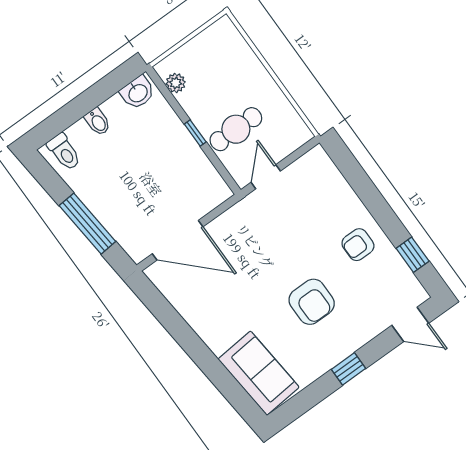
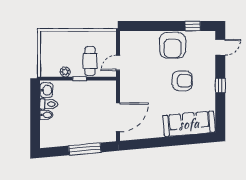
plant: (176, 83) -> (65, 72), moved
toilet: (64, 152) -> (49, 104), moved
door: (266, 177) -> (118, 63), hinge flipped
armchair: (358, 245) -> (173, 45), width x1.88, depth x1.88
sofa: (259, 373) -> (189, 124), width x1.36

